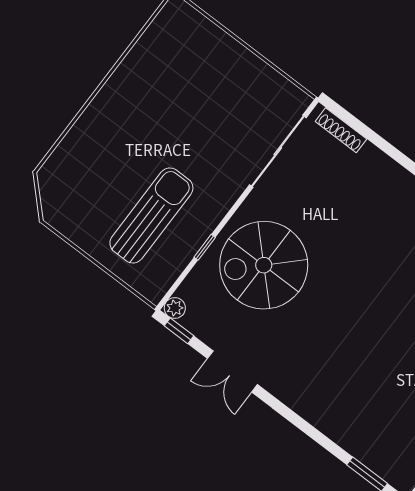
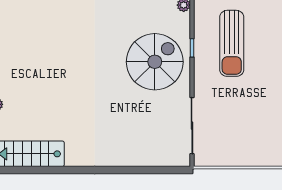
shoe rack: (341, 130) -> (168, 161), removed

